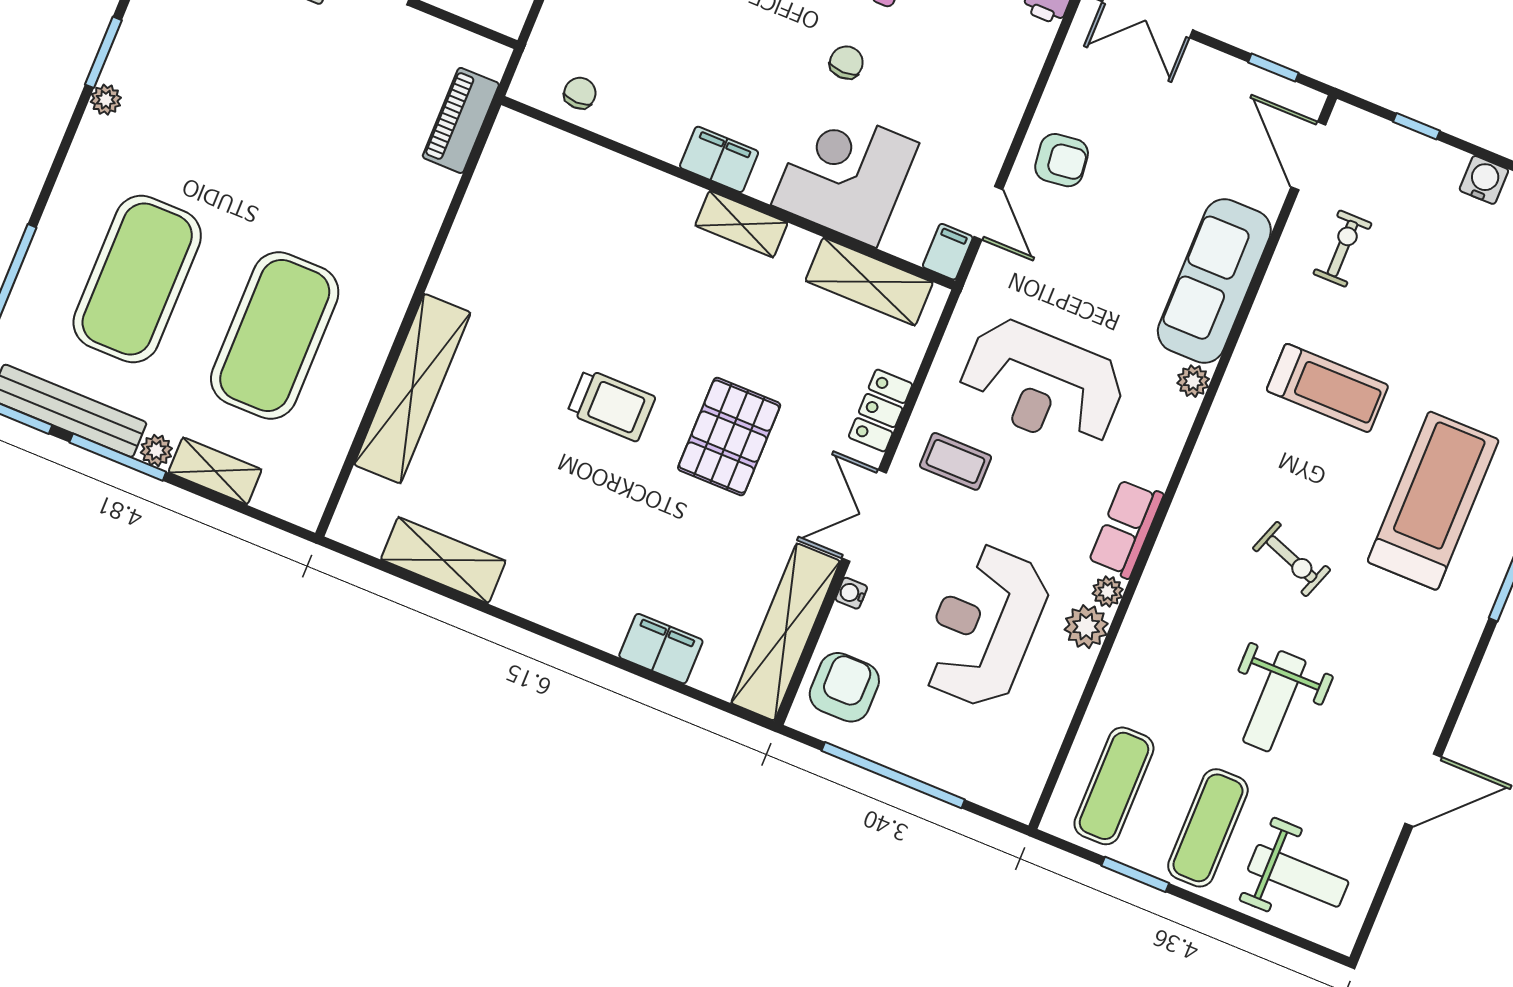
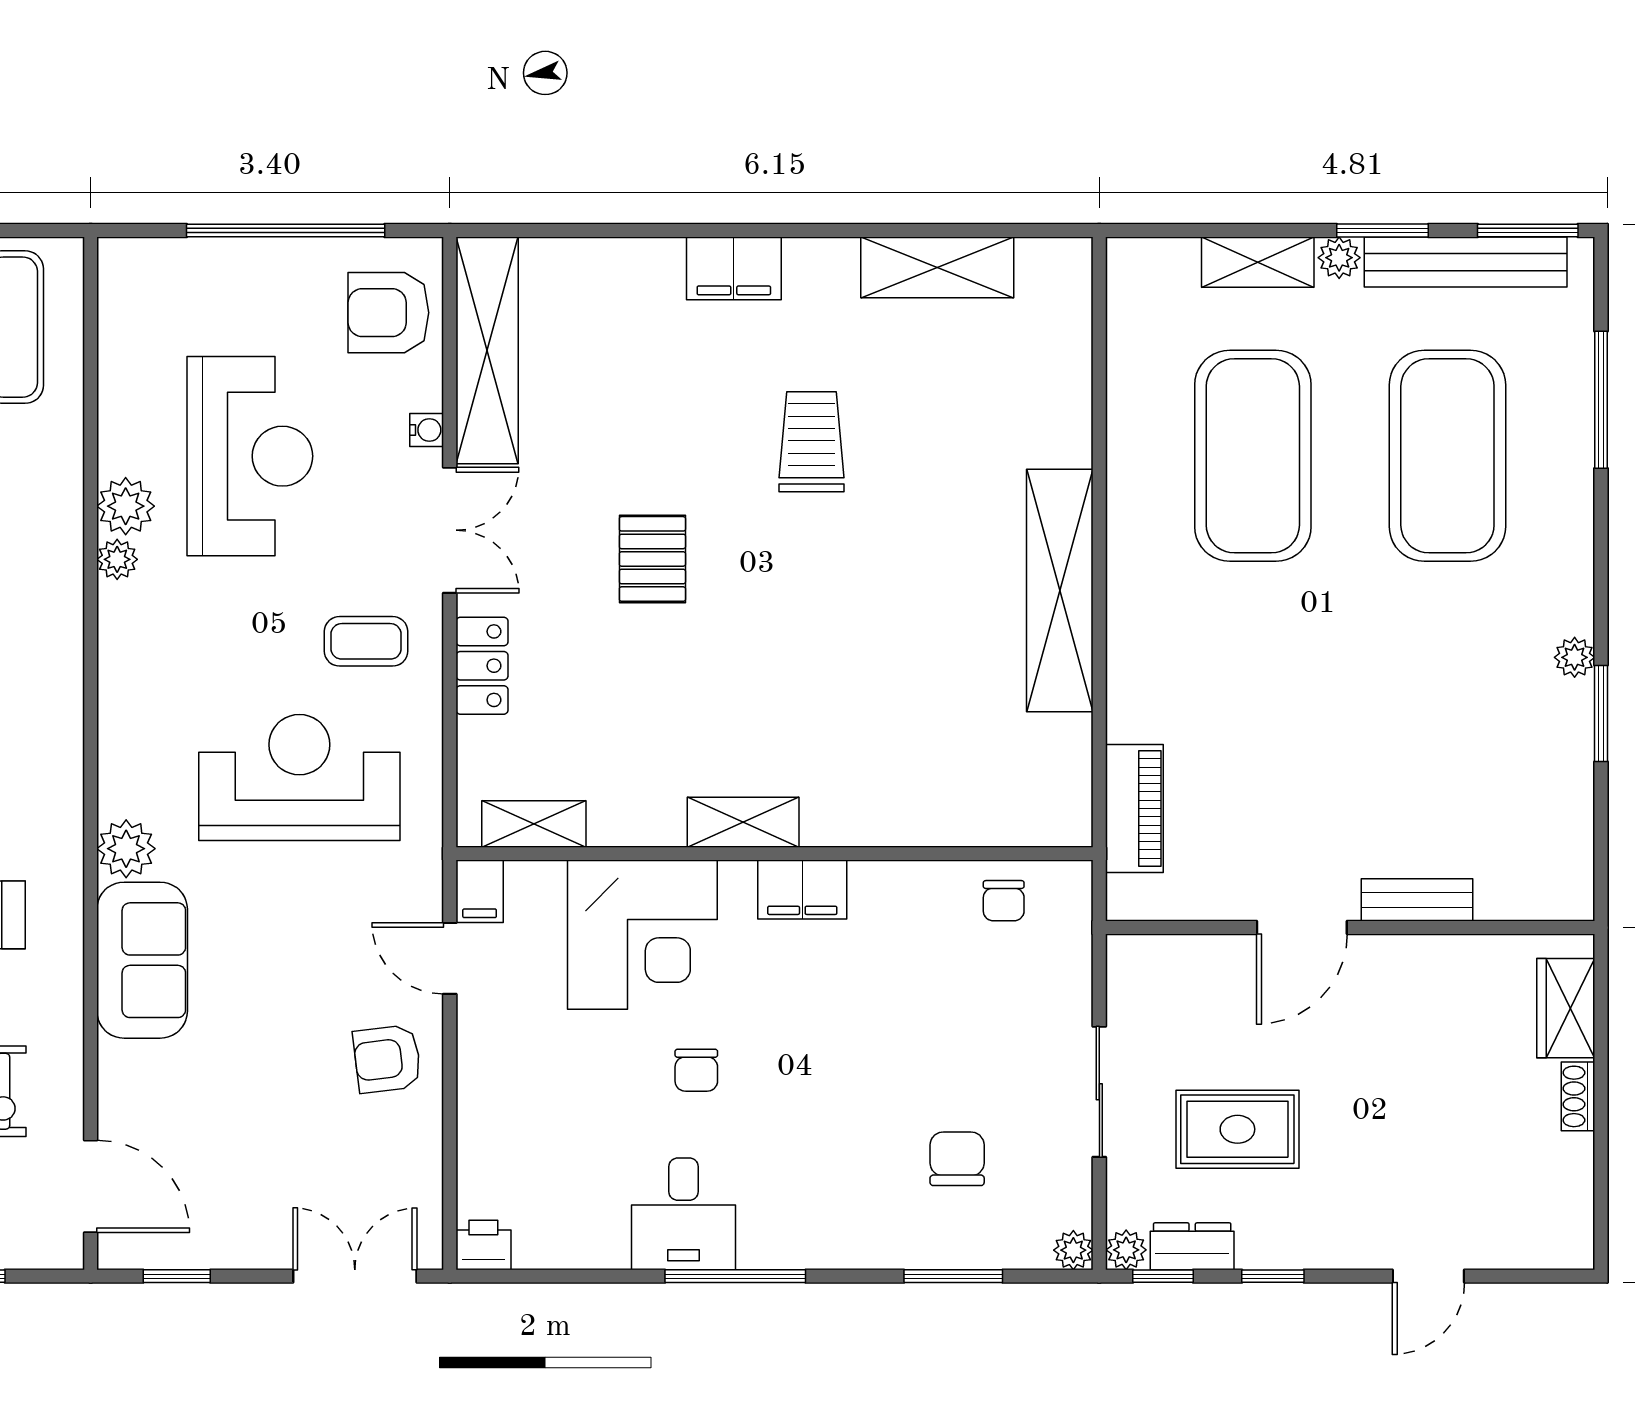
sofa: (1214, 281) -> (142, 960), width x0.73
shelving: (869, 282) -> (534, 824), width x0.67, depth x0.75
plant: (1193, 381) -> (126, 849), width x1.38, depth x1.38
shelving: (412, 389) -> (1060, 591), moved
trolley: (611, 405) -> (811, 442), moved, turned 90
pallet: (729, 437) -> (652, 559), width x0.67, depth x0.71
window: (118, 457) -> (1382, 230), width x0.69
row of seats: (1126, 528) -> (126, 645), removed
filing cabinet: (661, 649) -> (734, 268), moved
armchair: (844, 687) -> (388, 313), turned 90

